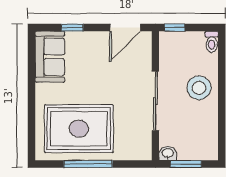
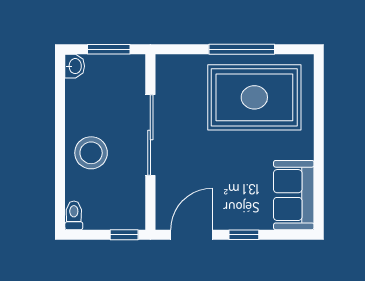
window: (72, 28) -> (244, 235), moved
washbasin: (168, 153) -> (75, 66), moved, turned -90

